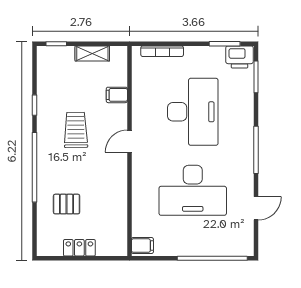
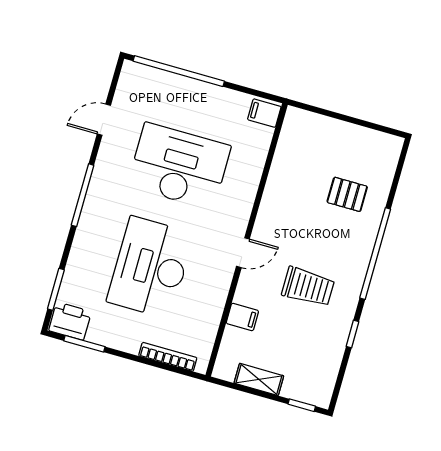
trolley: (76, 130) -> (308, 287), turned -89
locker: (79, 248) -> (347, 133), removed

